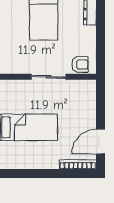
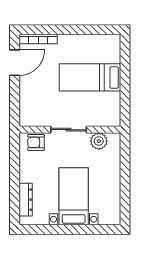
plant: (19, 66) -> (99, 141), added

